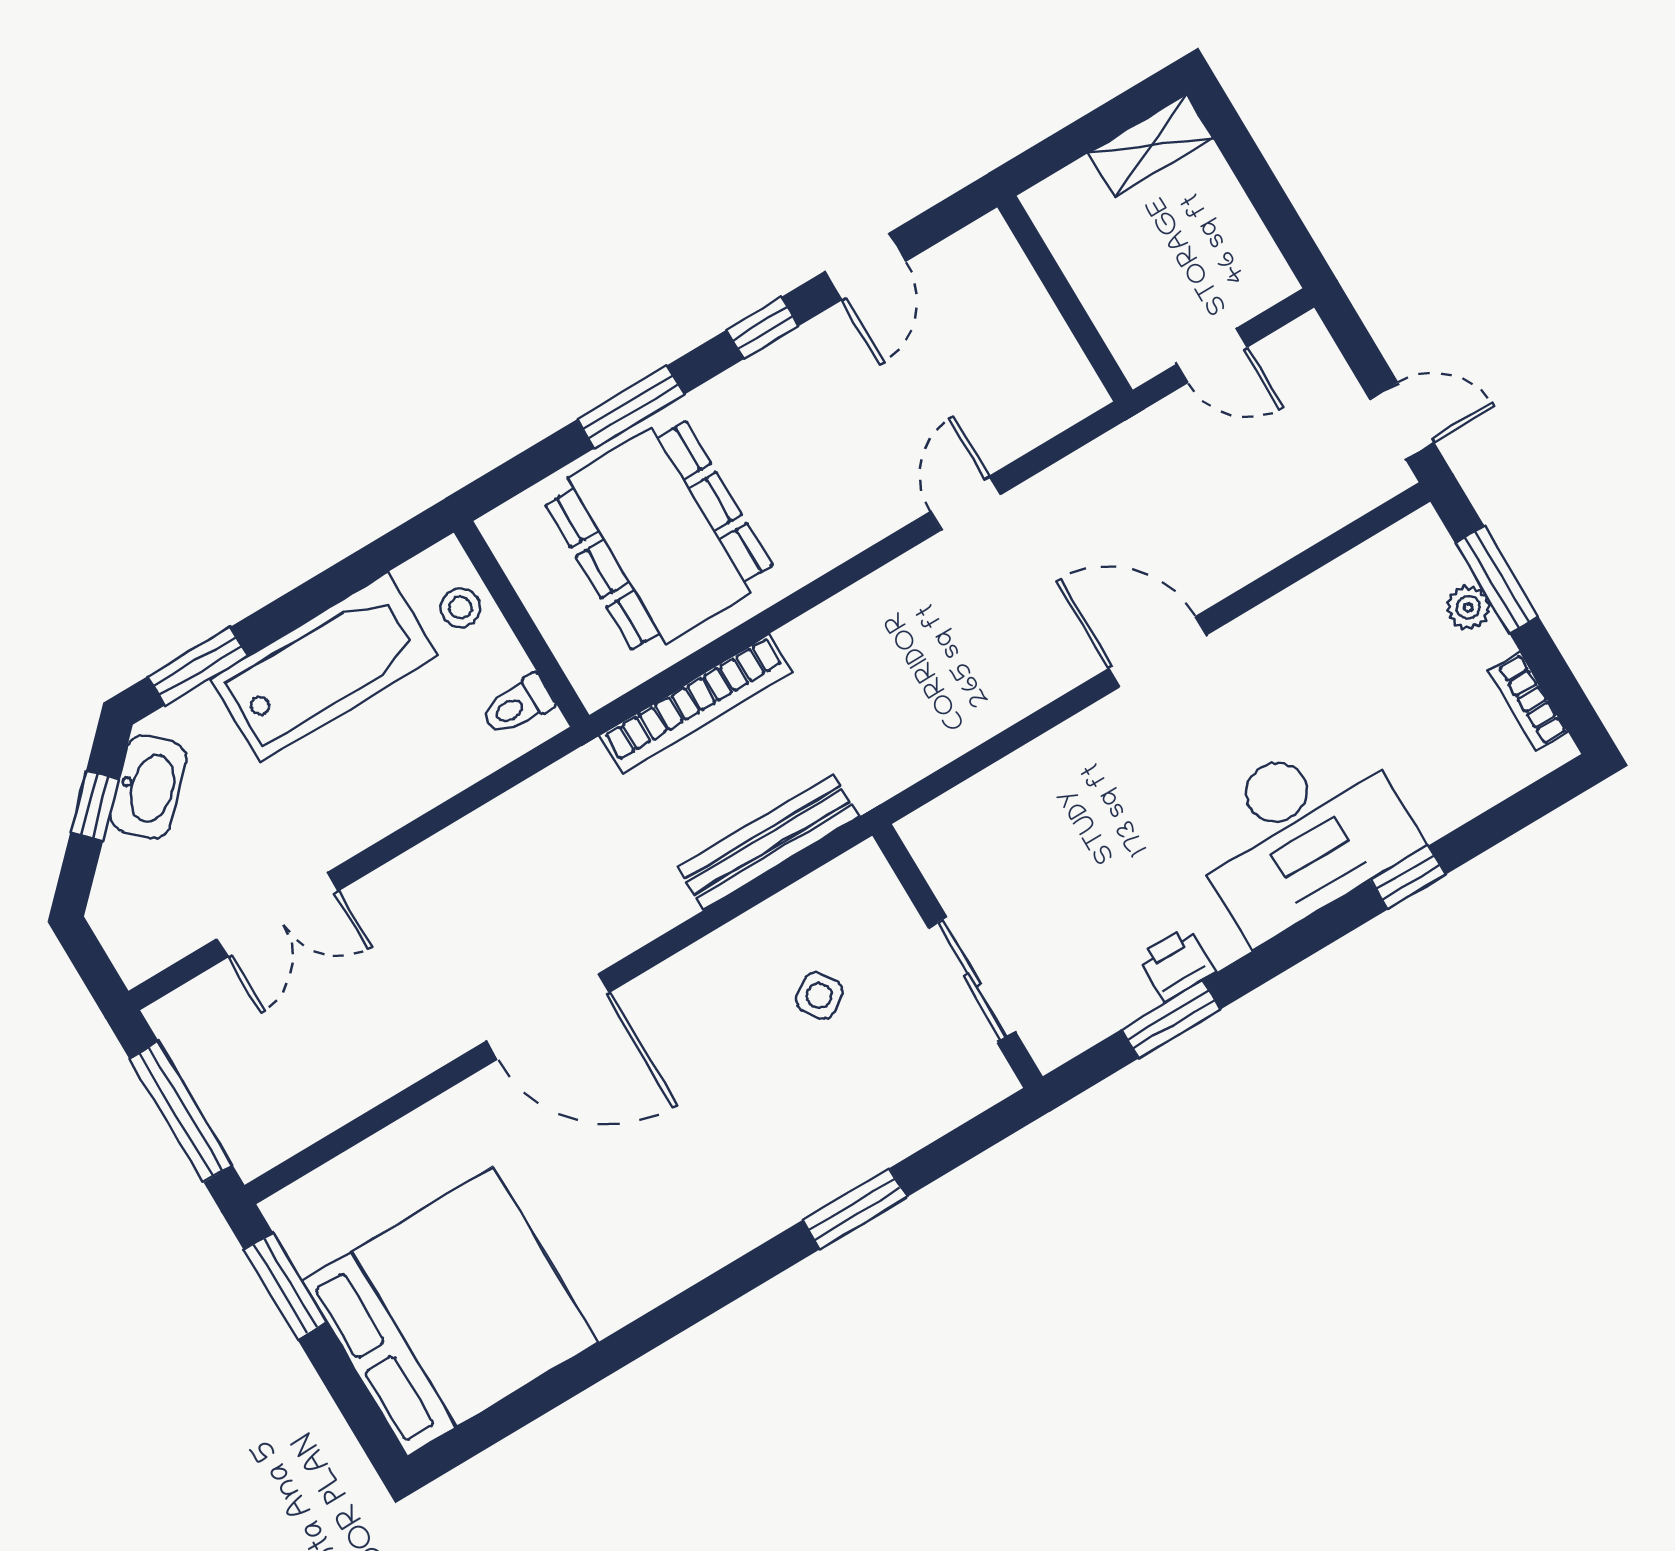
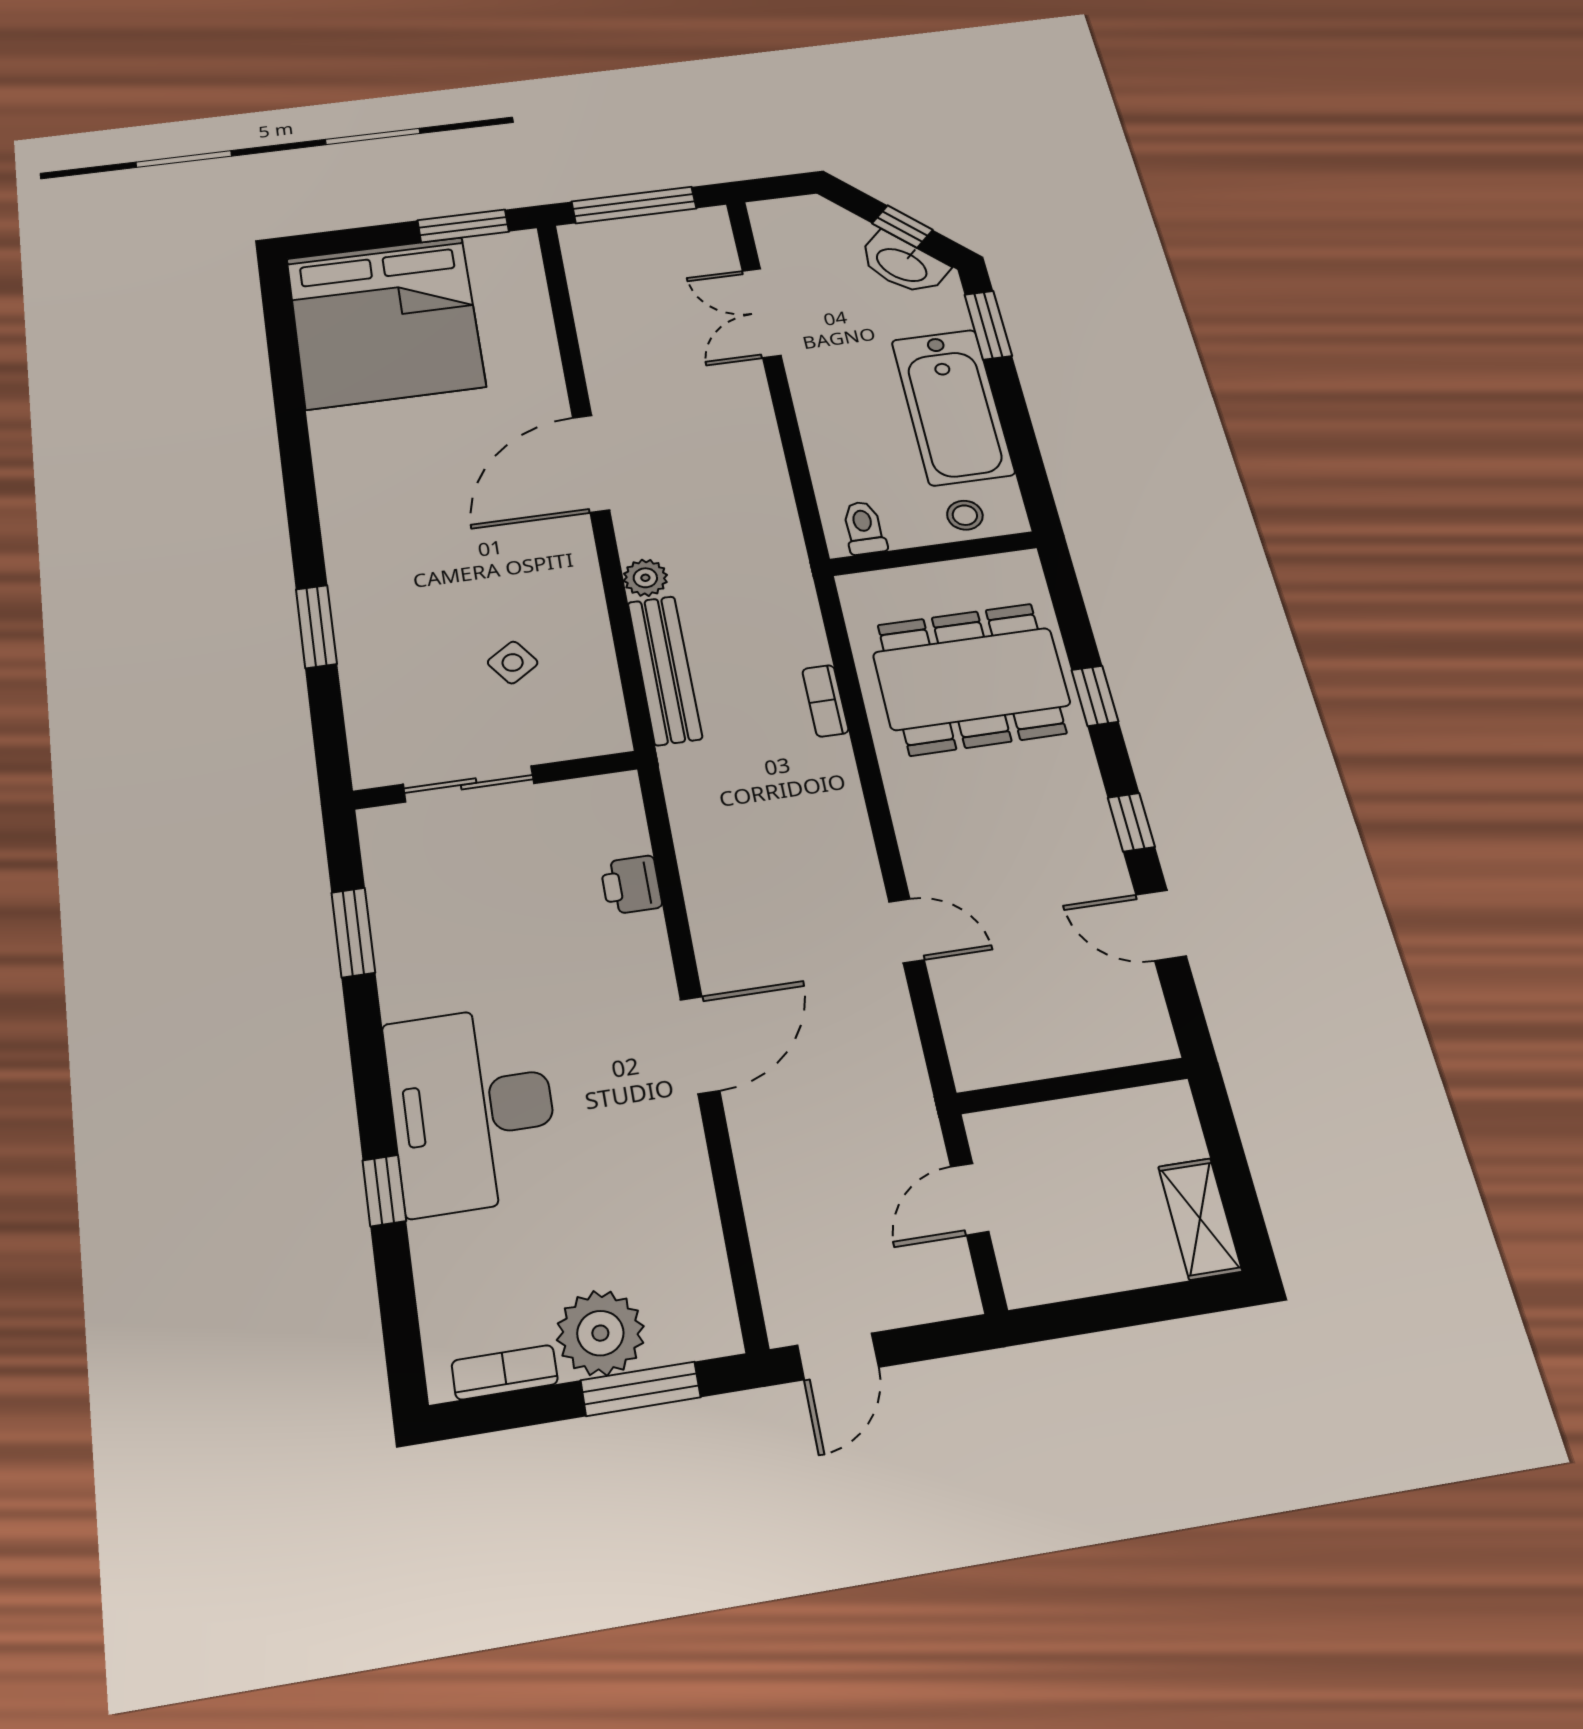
window: (631, 407) -> (1095, 696), width x0.67
plant: (1468, 607) -> (600, 1333), width x1.87, depth x1.87
bookcase: (696, 704) -> (825, 701), width x0.43, depth x0.76
plant: (667, 904) -> (645, 578), added
printer: (1176, 964) -> (631, 885), moved, turned 180

